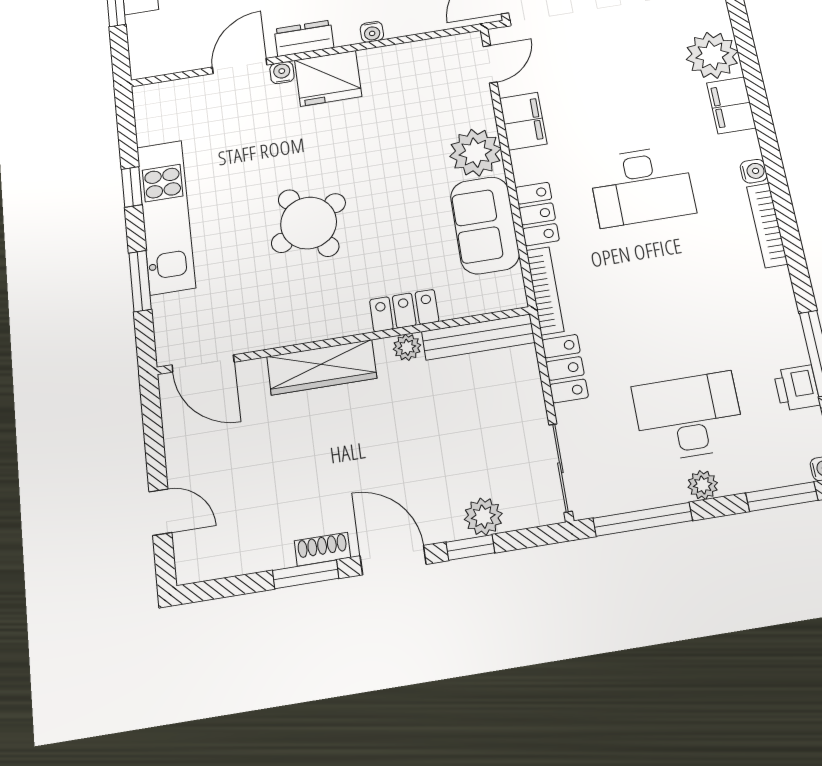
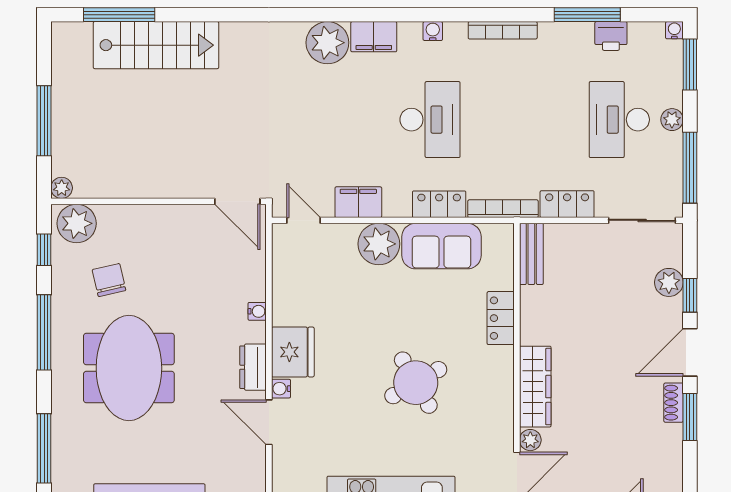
bookcase: (767, 225) -> (503, 30), moved
bench: (478, 337) -> (531, 254), width x0.73
plant: (407, 347) -> (530, 440), moved

